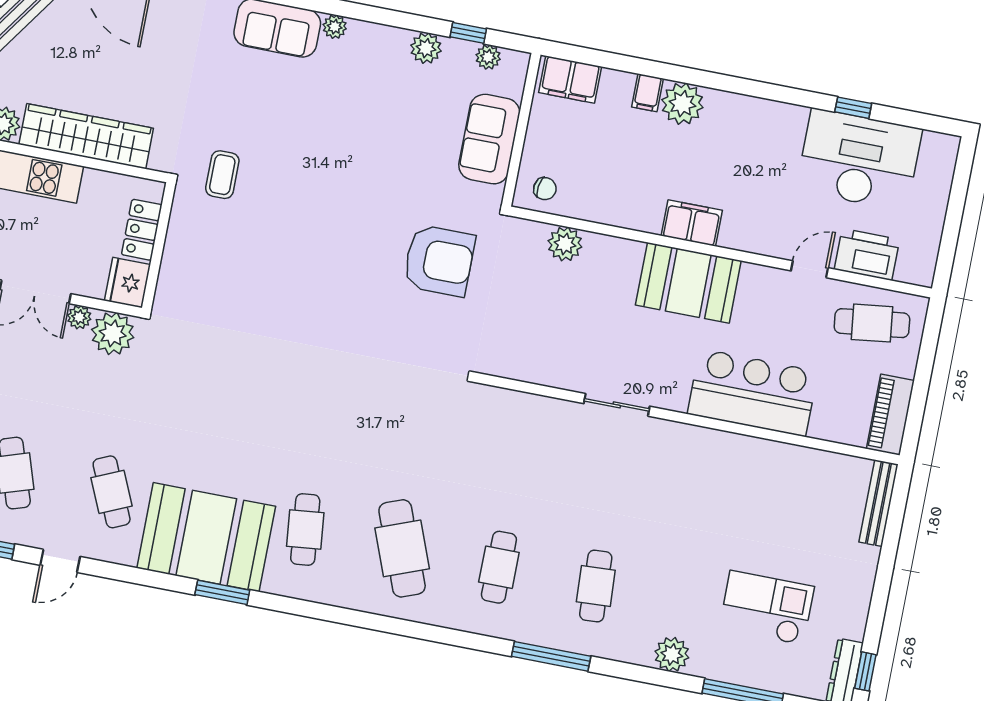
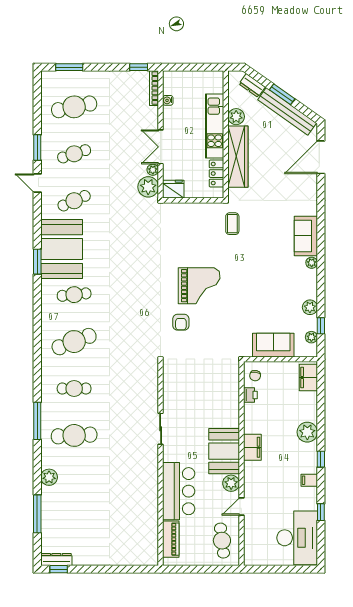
window: (744, 86) -> (321, 459), added
filing cabinet: (648, 93) -> (309, 480), moved
desk: (859, 160) -> (297, 538), moved
coffee table: (222, 175) -> (232, 224), turned 90
locker: (142, 230) -> (217, 174), moved, turned -90
plant: (565, 244) -> (231, 483), moved
printer: (867, 254) -> (250, 395), moved, width x0.53, depth x0.68
armchair: (439, 261) -> (181, 322), moved, width x0.53, depth x0.53
grand piano: (337, 268) -> (199, 286), added
door: (810, 269) -> (241, 507), swing flipped
piano: (890, 415) -> (171, 539), moved, turned 90
bench: (878, 503) -> (138, 560), removed
cafe table: (596, 586) -> (74, 435), width x1.37, depth x1.35
checkout: (767, 608) -> (79, 517), removed

